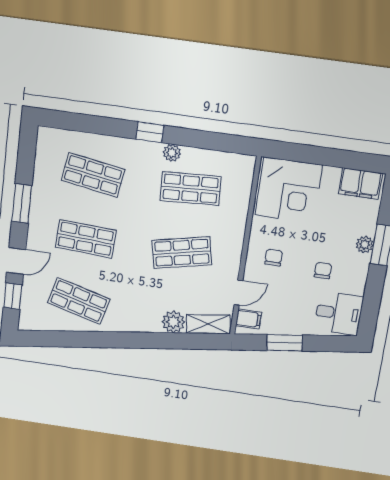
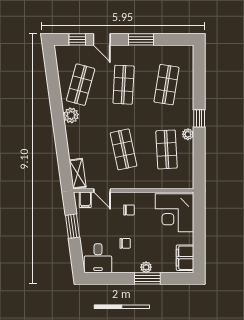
plant: (173, 322) -> (71, 115), moved

